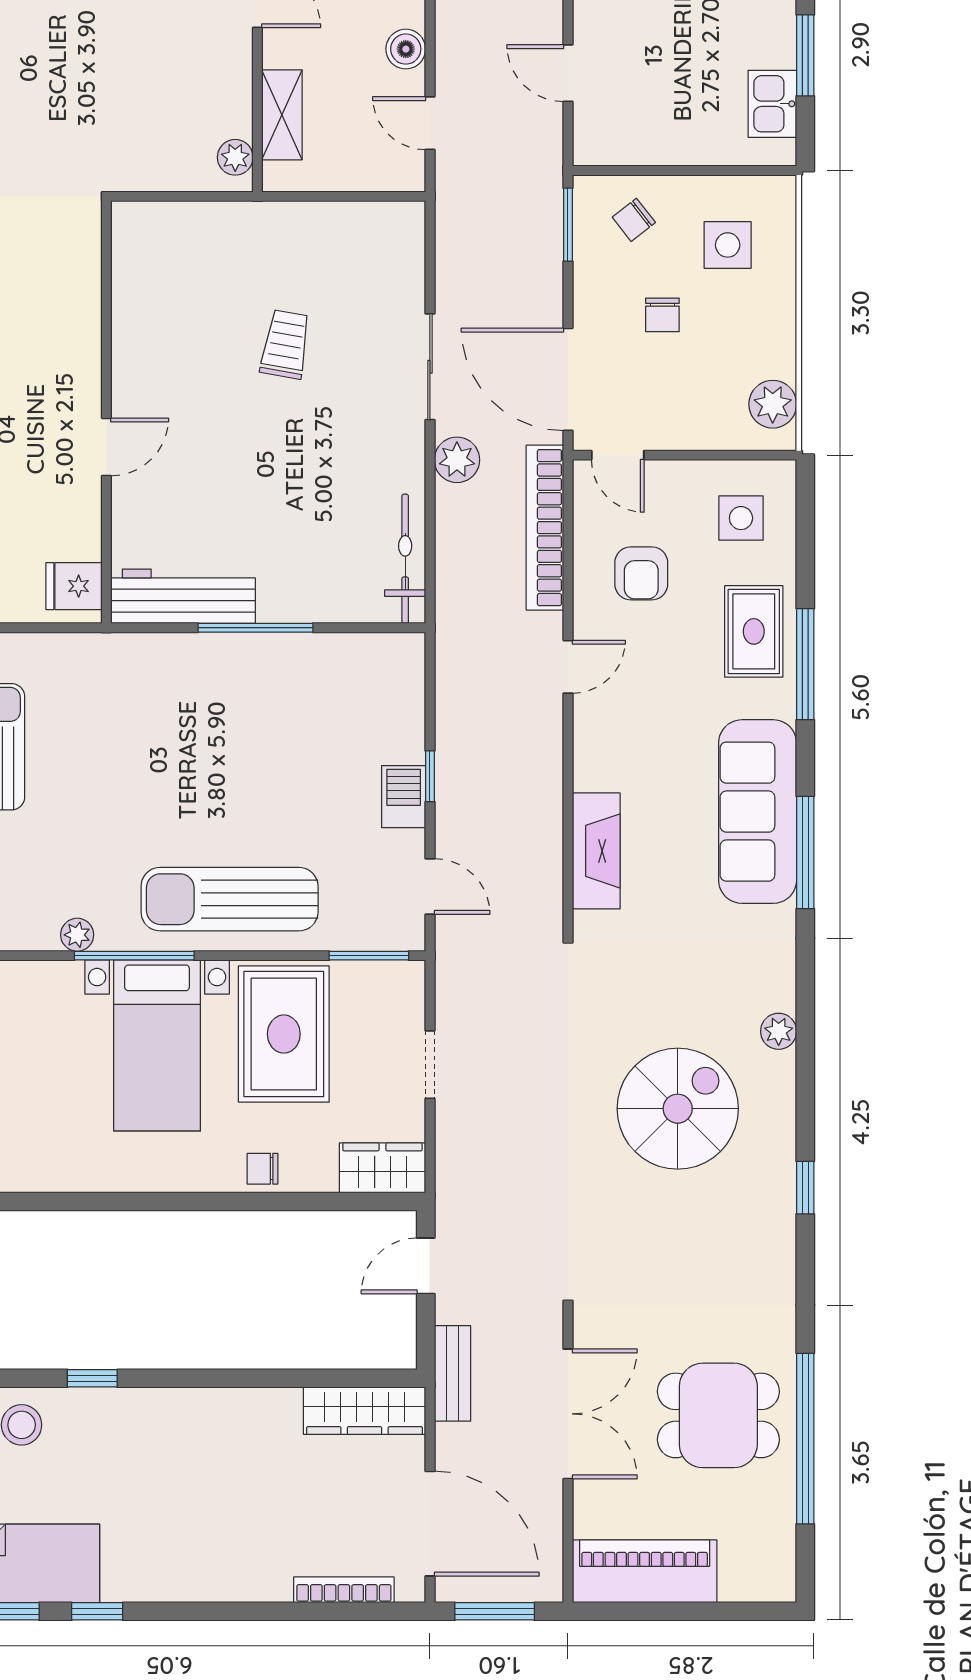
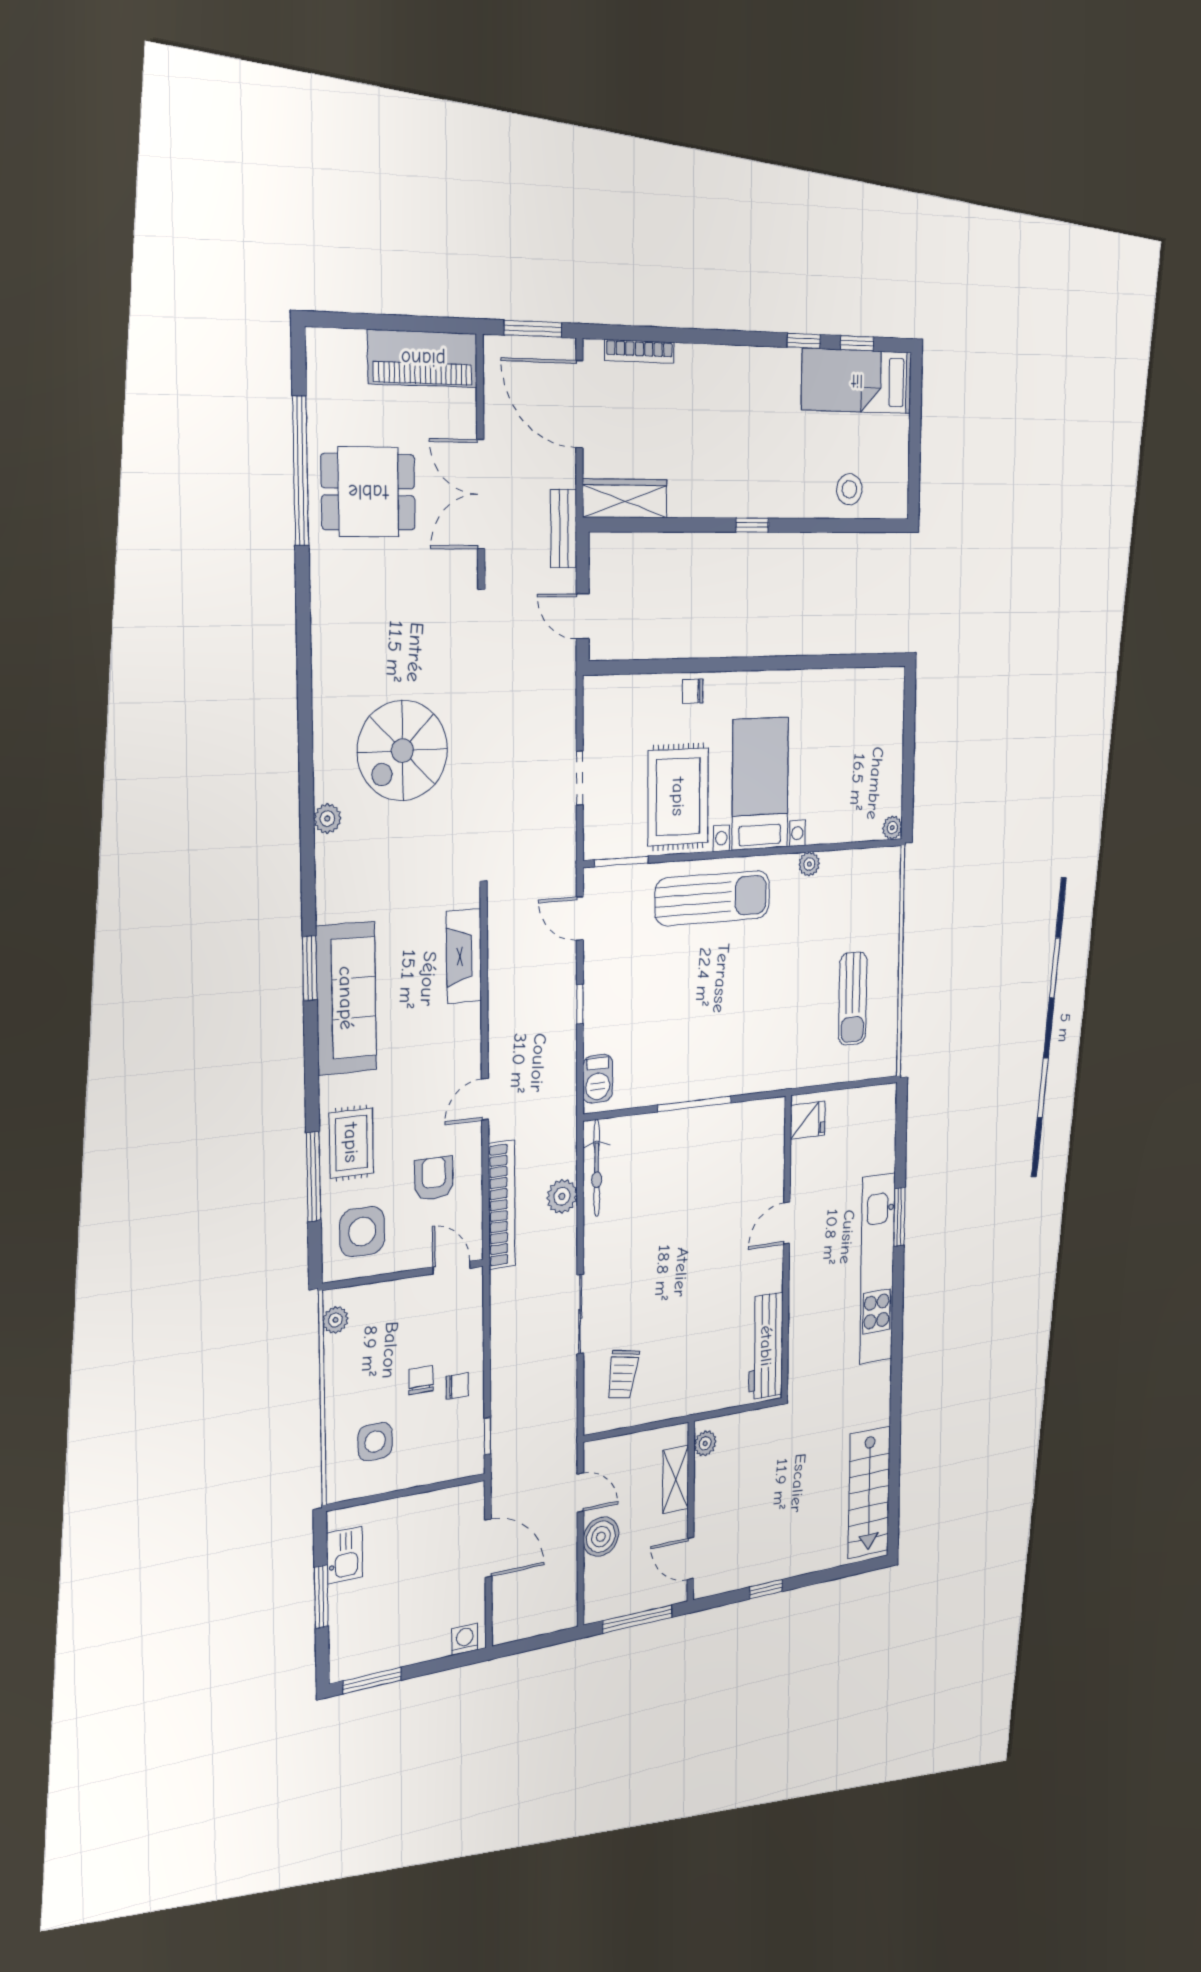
boiler: (406, 49) -> (601, 1537), width x1.36, depth x1.36
door: (568, 73) -> (488, 1548), width x1.38
chair: (634, 220) -> (457, 1386), moved, turned 38
window: (568, 225) -> (487, 1436), width x0.67
trolley: (286, 344) -> (623, 1374), moved
door: (568, 379) -> (487, 1320), removed
plant: (773, 404) -> (335, 1320), width x0.73, depth x0.73
plant: (457, 460) -> (562, 1196), moved
side table: (741, 518) -> (362, 1232), width x1.37, depth x1.37
workbench: (183, 596) -> (766, 1346), moved, turned 90
window: (805, 664) -> (314, 1177), moved
barbecue: (404, 797) -> (598, 1079), moved
window: (805, 852) -> (310, 968), width x0.69
window: (134, 956) -> (774, 851), removed
wardrobe: (382, 1168) -> (612, 694), removed
chair: (262, 1169) -> (693, 691), turned 180
window: (805, 1188) -> (305, 688), removed
door: (426, 1266) -> (583, 616), swing flipped
window: (92, 1378) -> (752, 525), moved

